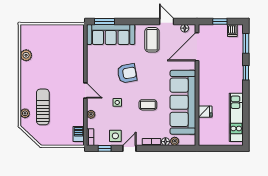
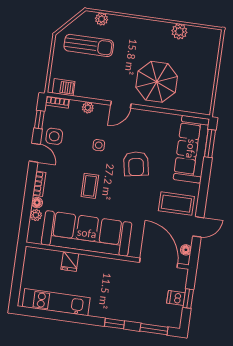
dishwasher: (232, 30) -> (176, 298), moved
parasol: (65, 67) -> (157, 82), added
sun lounger: (43, 107) -> (89, 45), moved

